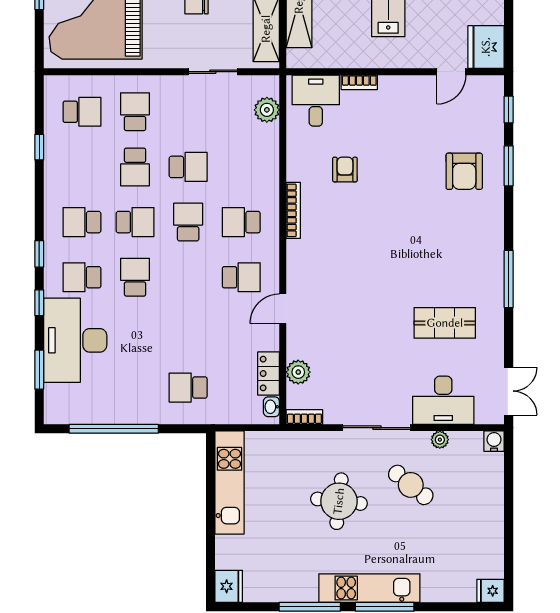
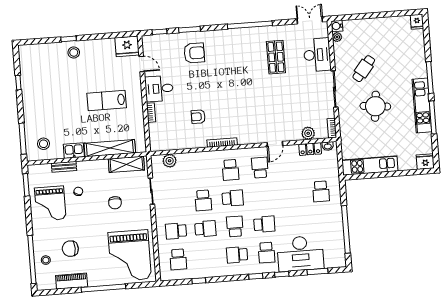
desk: (316, 101) -> (159, 89), moved
school desk: (82, 112) -> (178, 259), turned 180
school desk: (188, 167) -> (203, 200), turned 180
school desk: (82, 222) -> (237, 255), turned 90
school desk: (188, 222) -> (233, 198), turned 180
school desk: (135, 277) -> (264, 224), turned 180
window: (509, 279) -> (250, 25), width x1.46
door: (283, 309) -> (275, 144), hinge flipped
plant: (440, 440) -> (337, 37), moved
kitchen unit: (369, 588) -> (422, 105), moved

